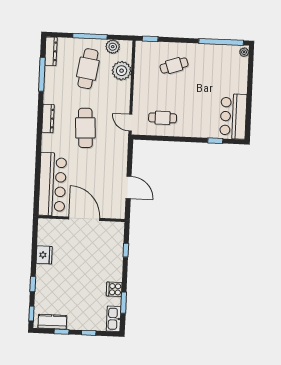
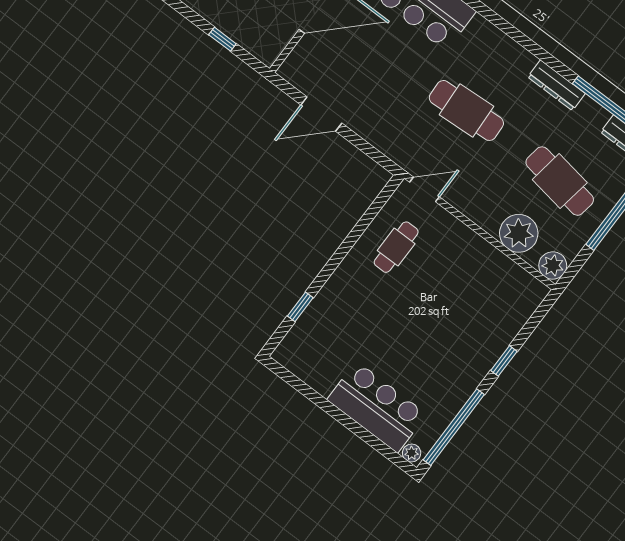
window: (150, 39) -> (504, 361), moved
plant: (113, 47) -> (553, 266), moved
cafe table: (174, 66) -> (468, 324), removed
bar counter: (233, 116) -> (377, 407), moved
dresser: (48, 118) -> (556, 85), moved

